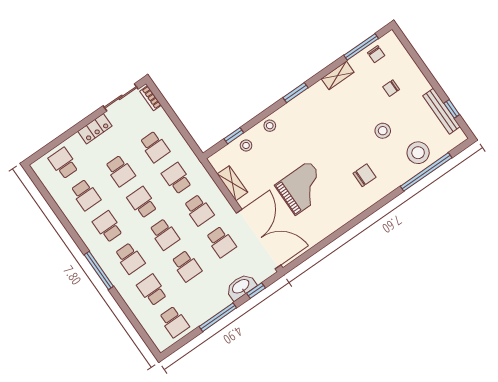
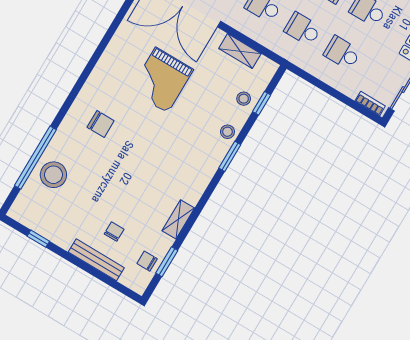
window: (361, 47) -> (167, 262), width x0.69
window: (295, 93) -> (230, 156), moved
bench: (441, 111) -> (96, 260), moved
stool: (383, 131) -> (103, 181), removed
chair: (364, 175) -> (101, 124), turned -90
school desk: (177, 178) -> (303, 29), turned 180

